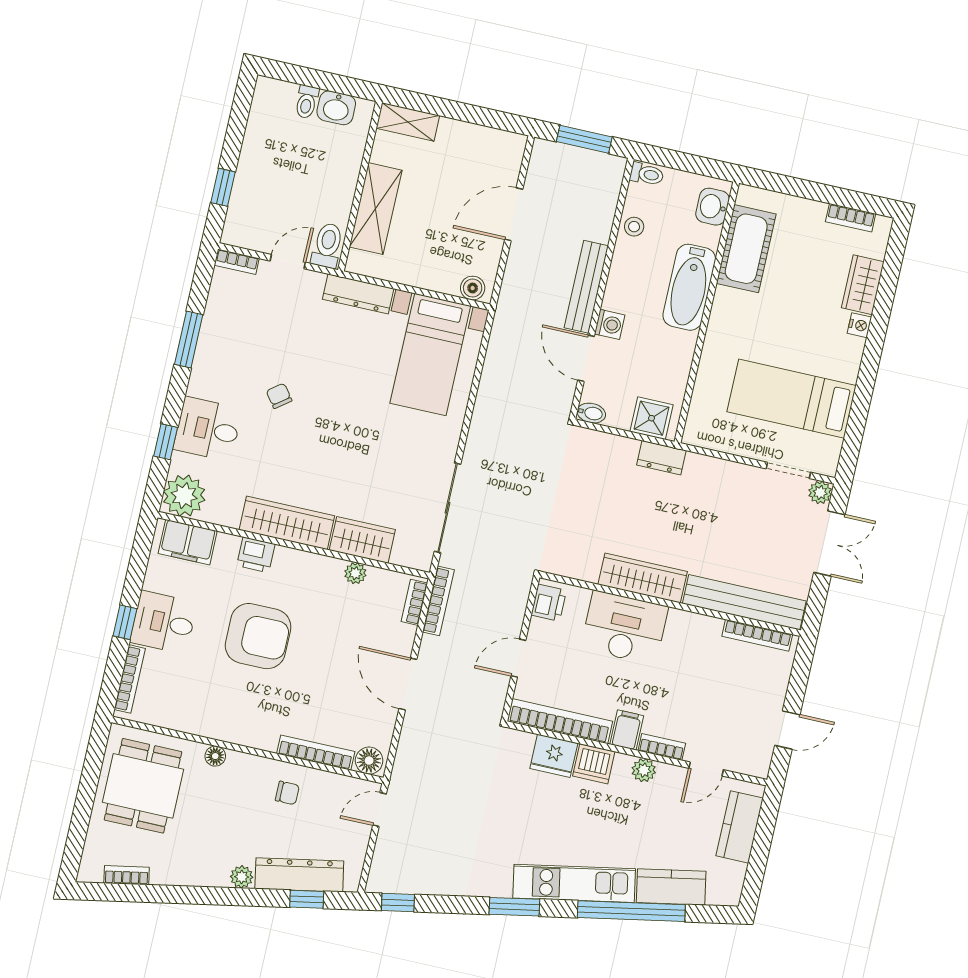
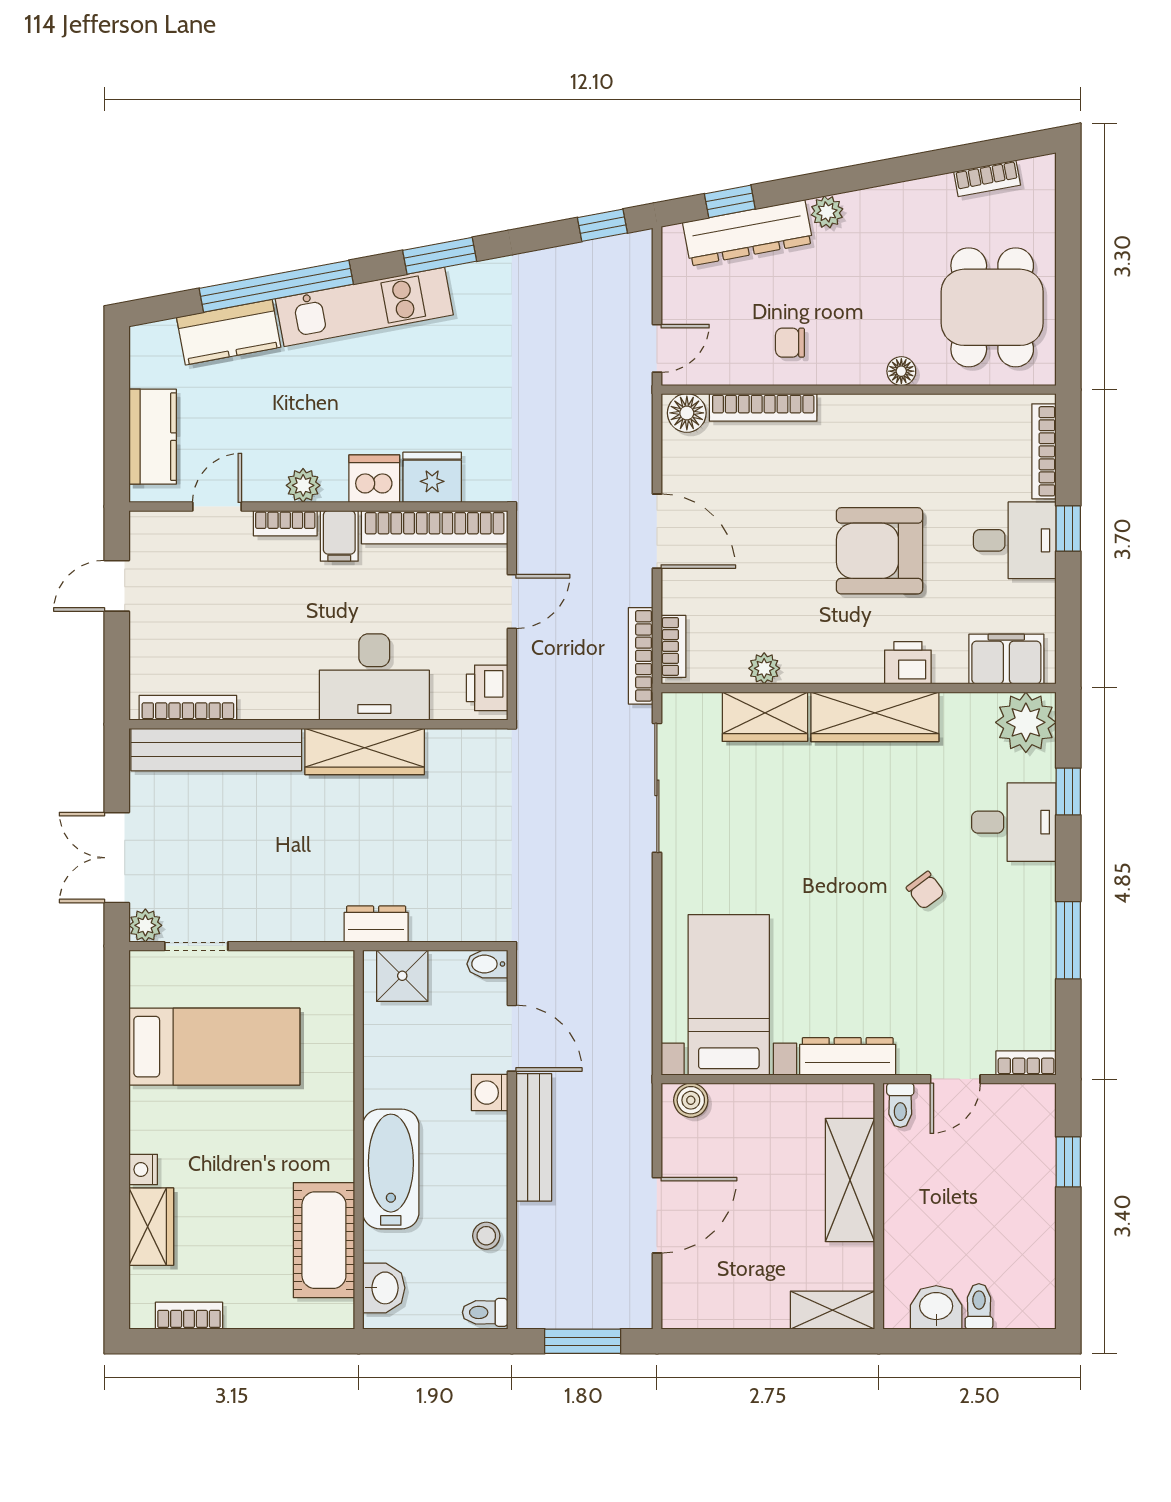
toilet: (327, 245) -> (900, 1105), width x0.73, depth x0.72

